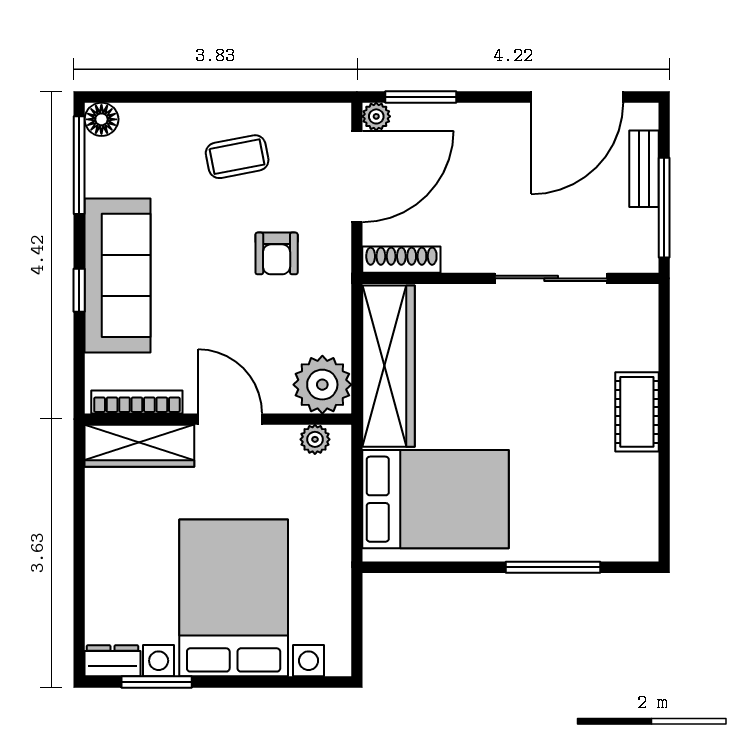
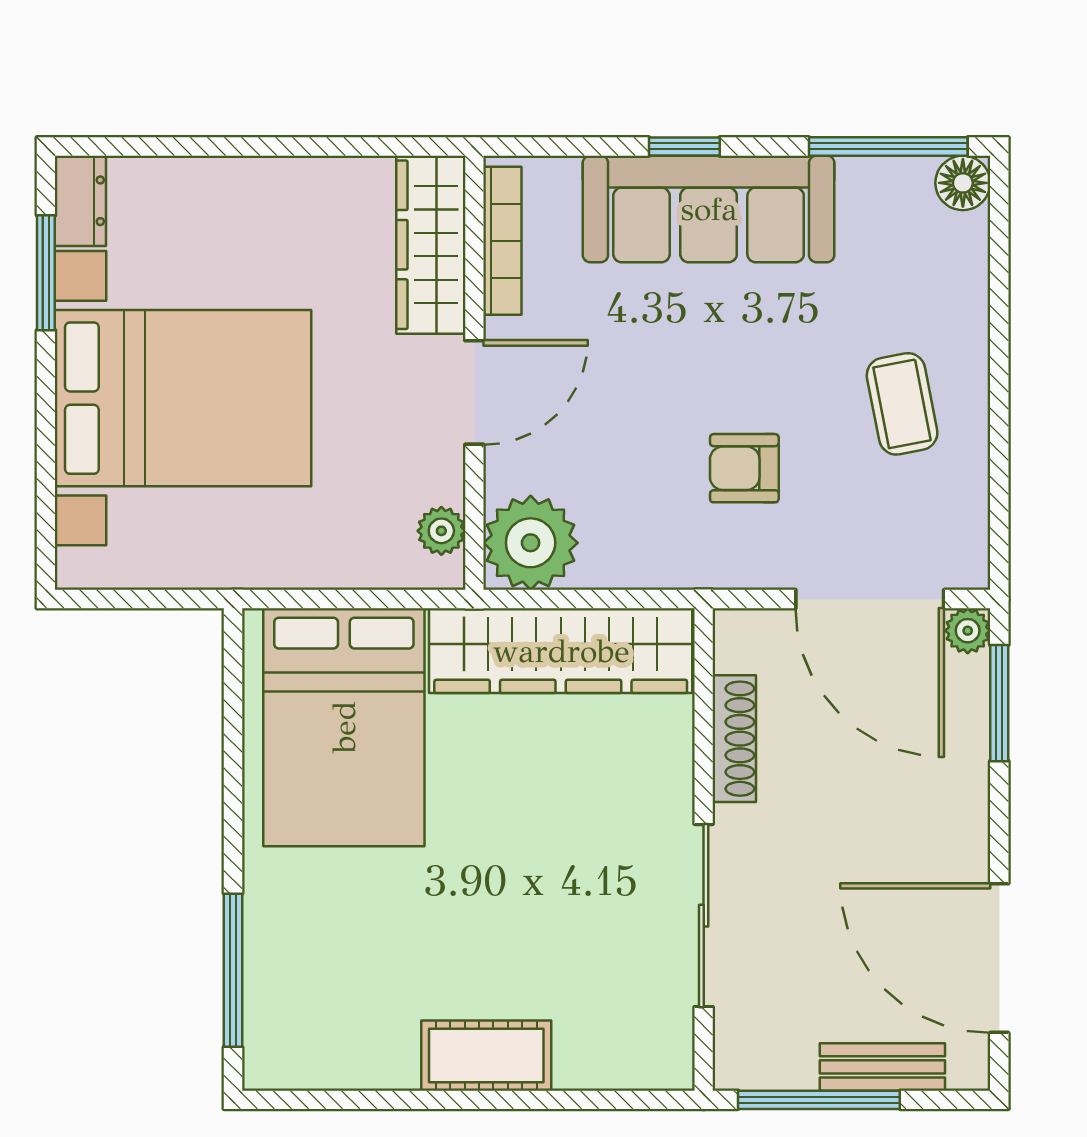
shoe rack: (401, 260) -> (734, 739), moved
window: (553, 567) -> (233, 970), moved

